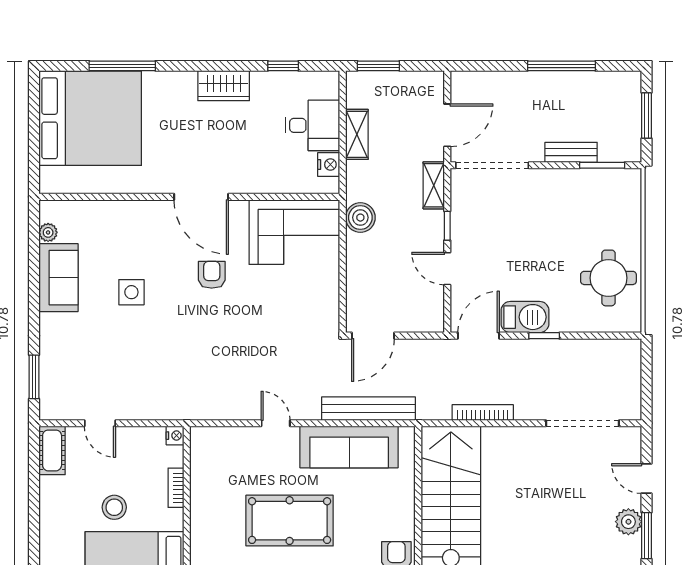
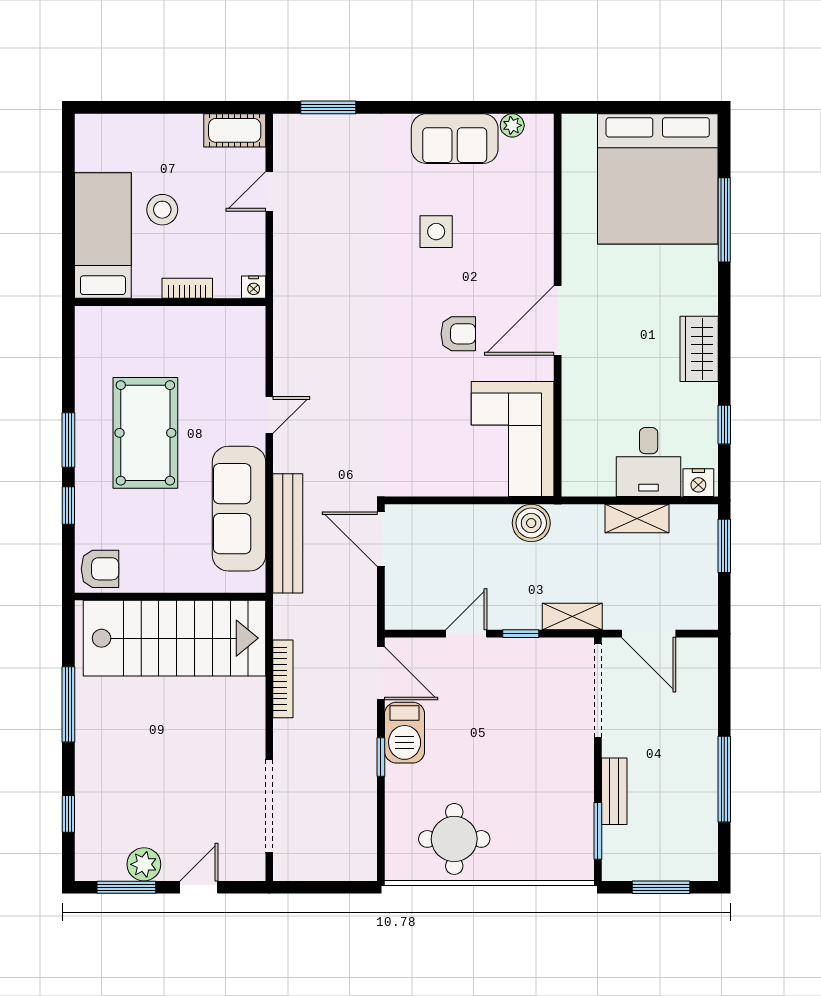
nightstand: (329, 165) -> (698, 483), moved

